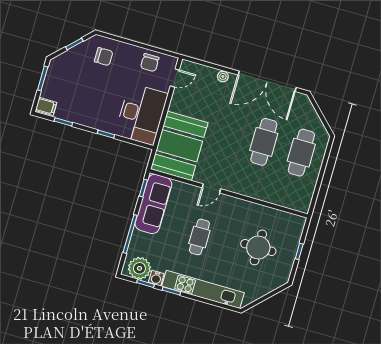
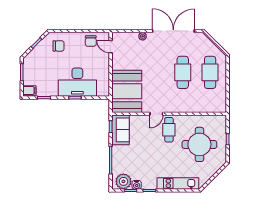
door: (175, 78) -> (111, 47), swing flipped
double door: (267, 81) -> (173, 31), swing flipped
desk: (141, 114) -> (77, 82), moved, turned 90
sofa: (153, 204) -> (120, 130), width x0.73
cafe table: (199, 237) -> (169, 130), moved
round table: (258, 247) -> (199, 144), width x1.36, depth x1.36
kitchen unit: (203, 289) -> (178, 183), width x0.73

